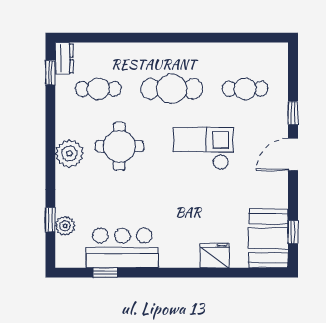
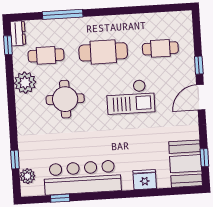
window: (123, 38) -> (63, 14), added
checkout: (203, 148) -> (131, 97), turned 180
plant: (69, 153) -> (25, 83), moved
plant: (65, 226) -> (27, 176), moved
bar counter: (122, 248) -> (82, 178), width x1.36

